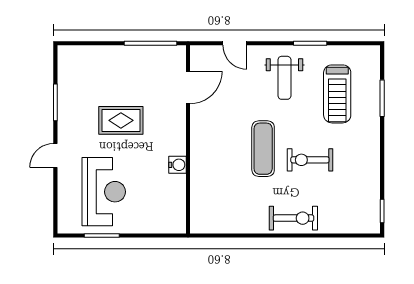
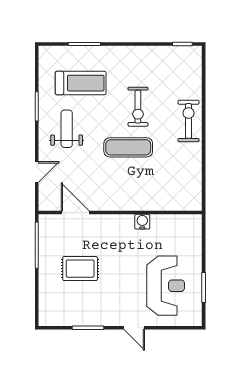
weight bench: (284, 78) -> (67, 129), turned -90
rug: (121, 120) -> (80, 269), moved, turned 90
reception desk: (104, 192) -> (166, 286), turned 90

